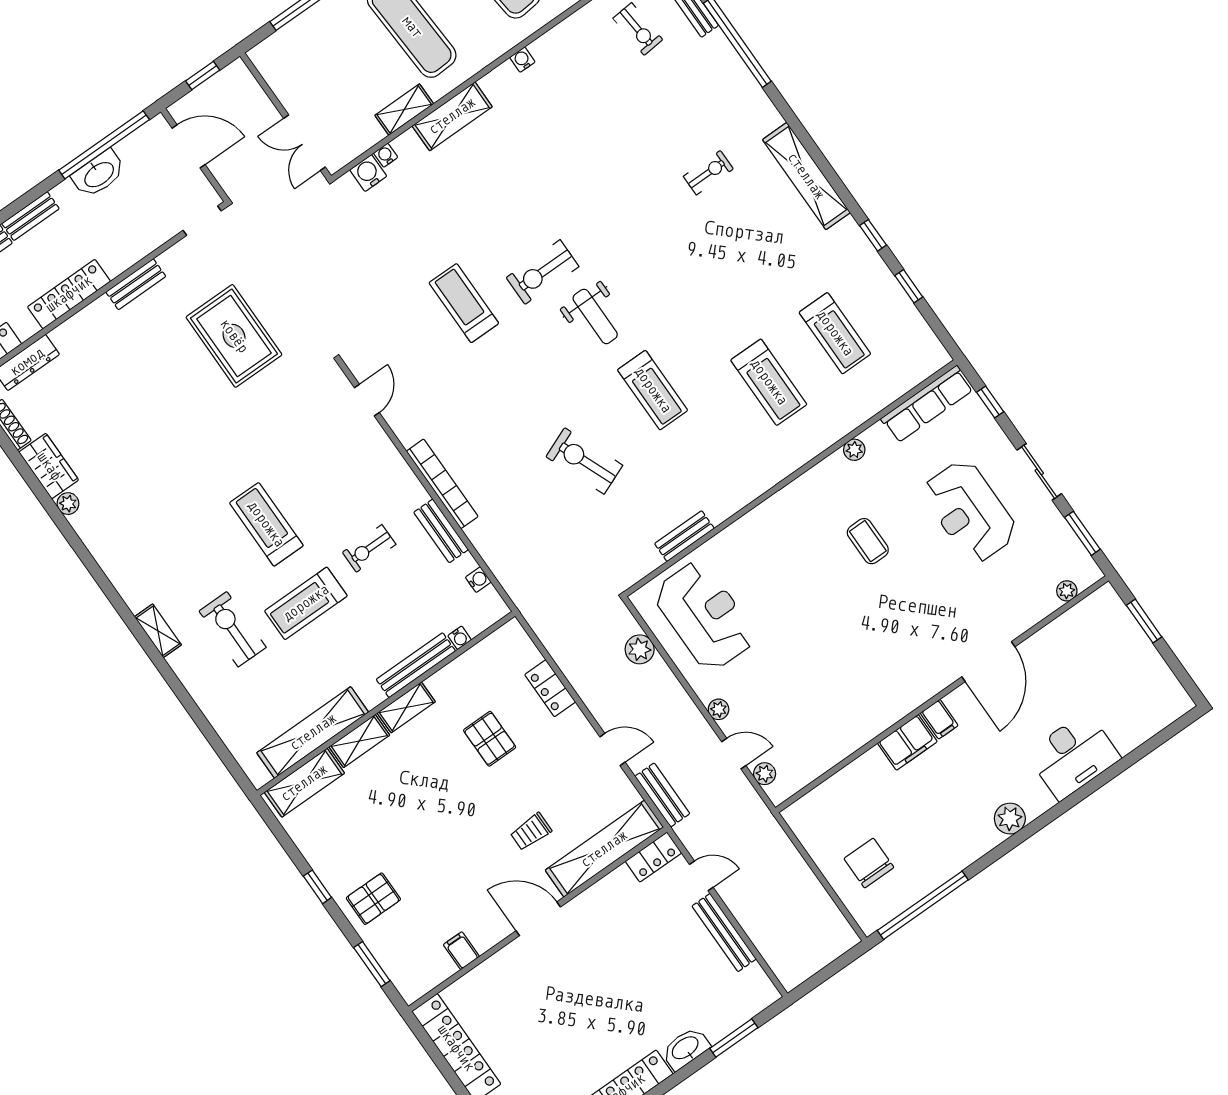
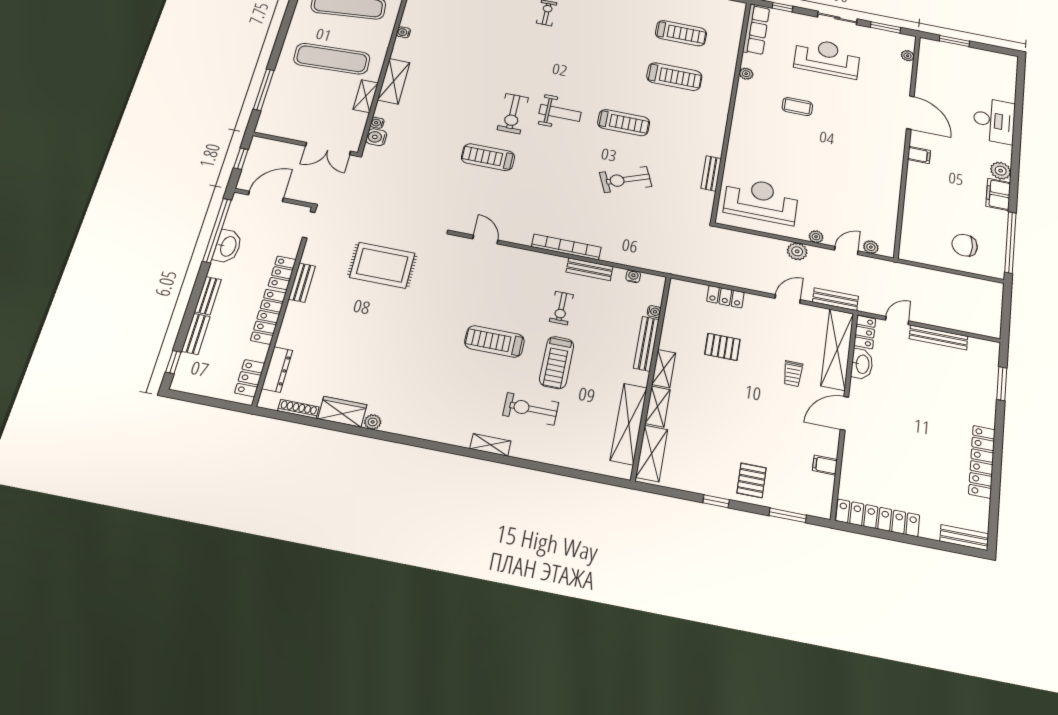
locker: (126, 255) -> (282, 273), added
reception desk: (970, 511) -> (827, 58), turned 180
plant: (640, 649) -> (797, 251), moved
filing cabinet: (907, 742) -> (998, 194), moved, turned 180
washbasin: (686, 1048) -> (862, 364), moved, turned 180

